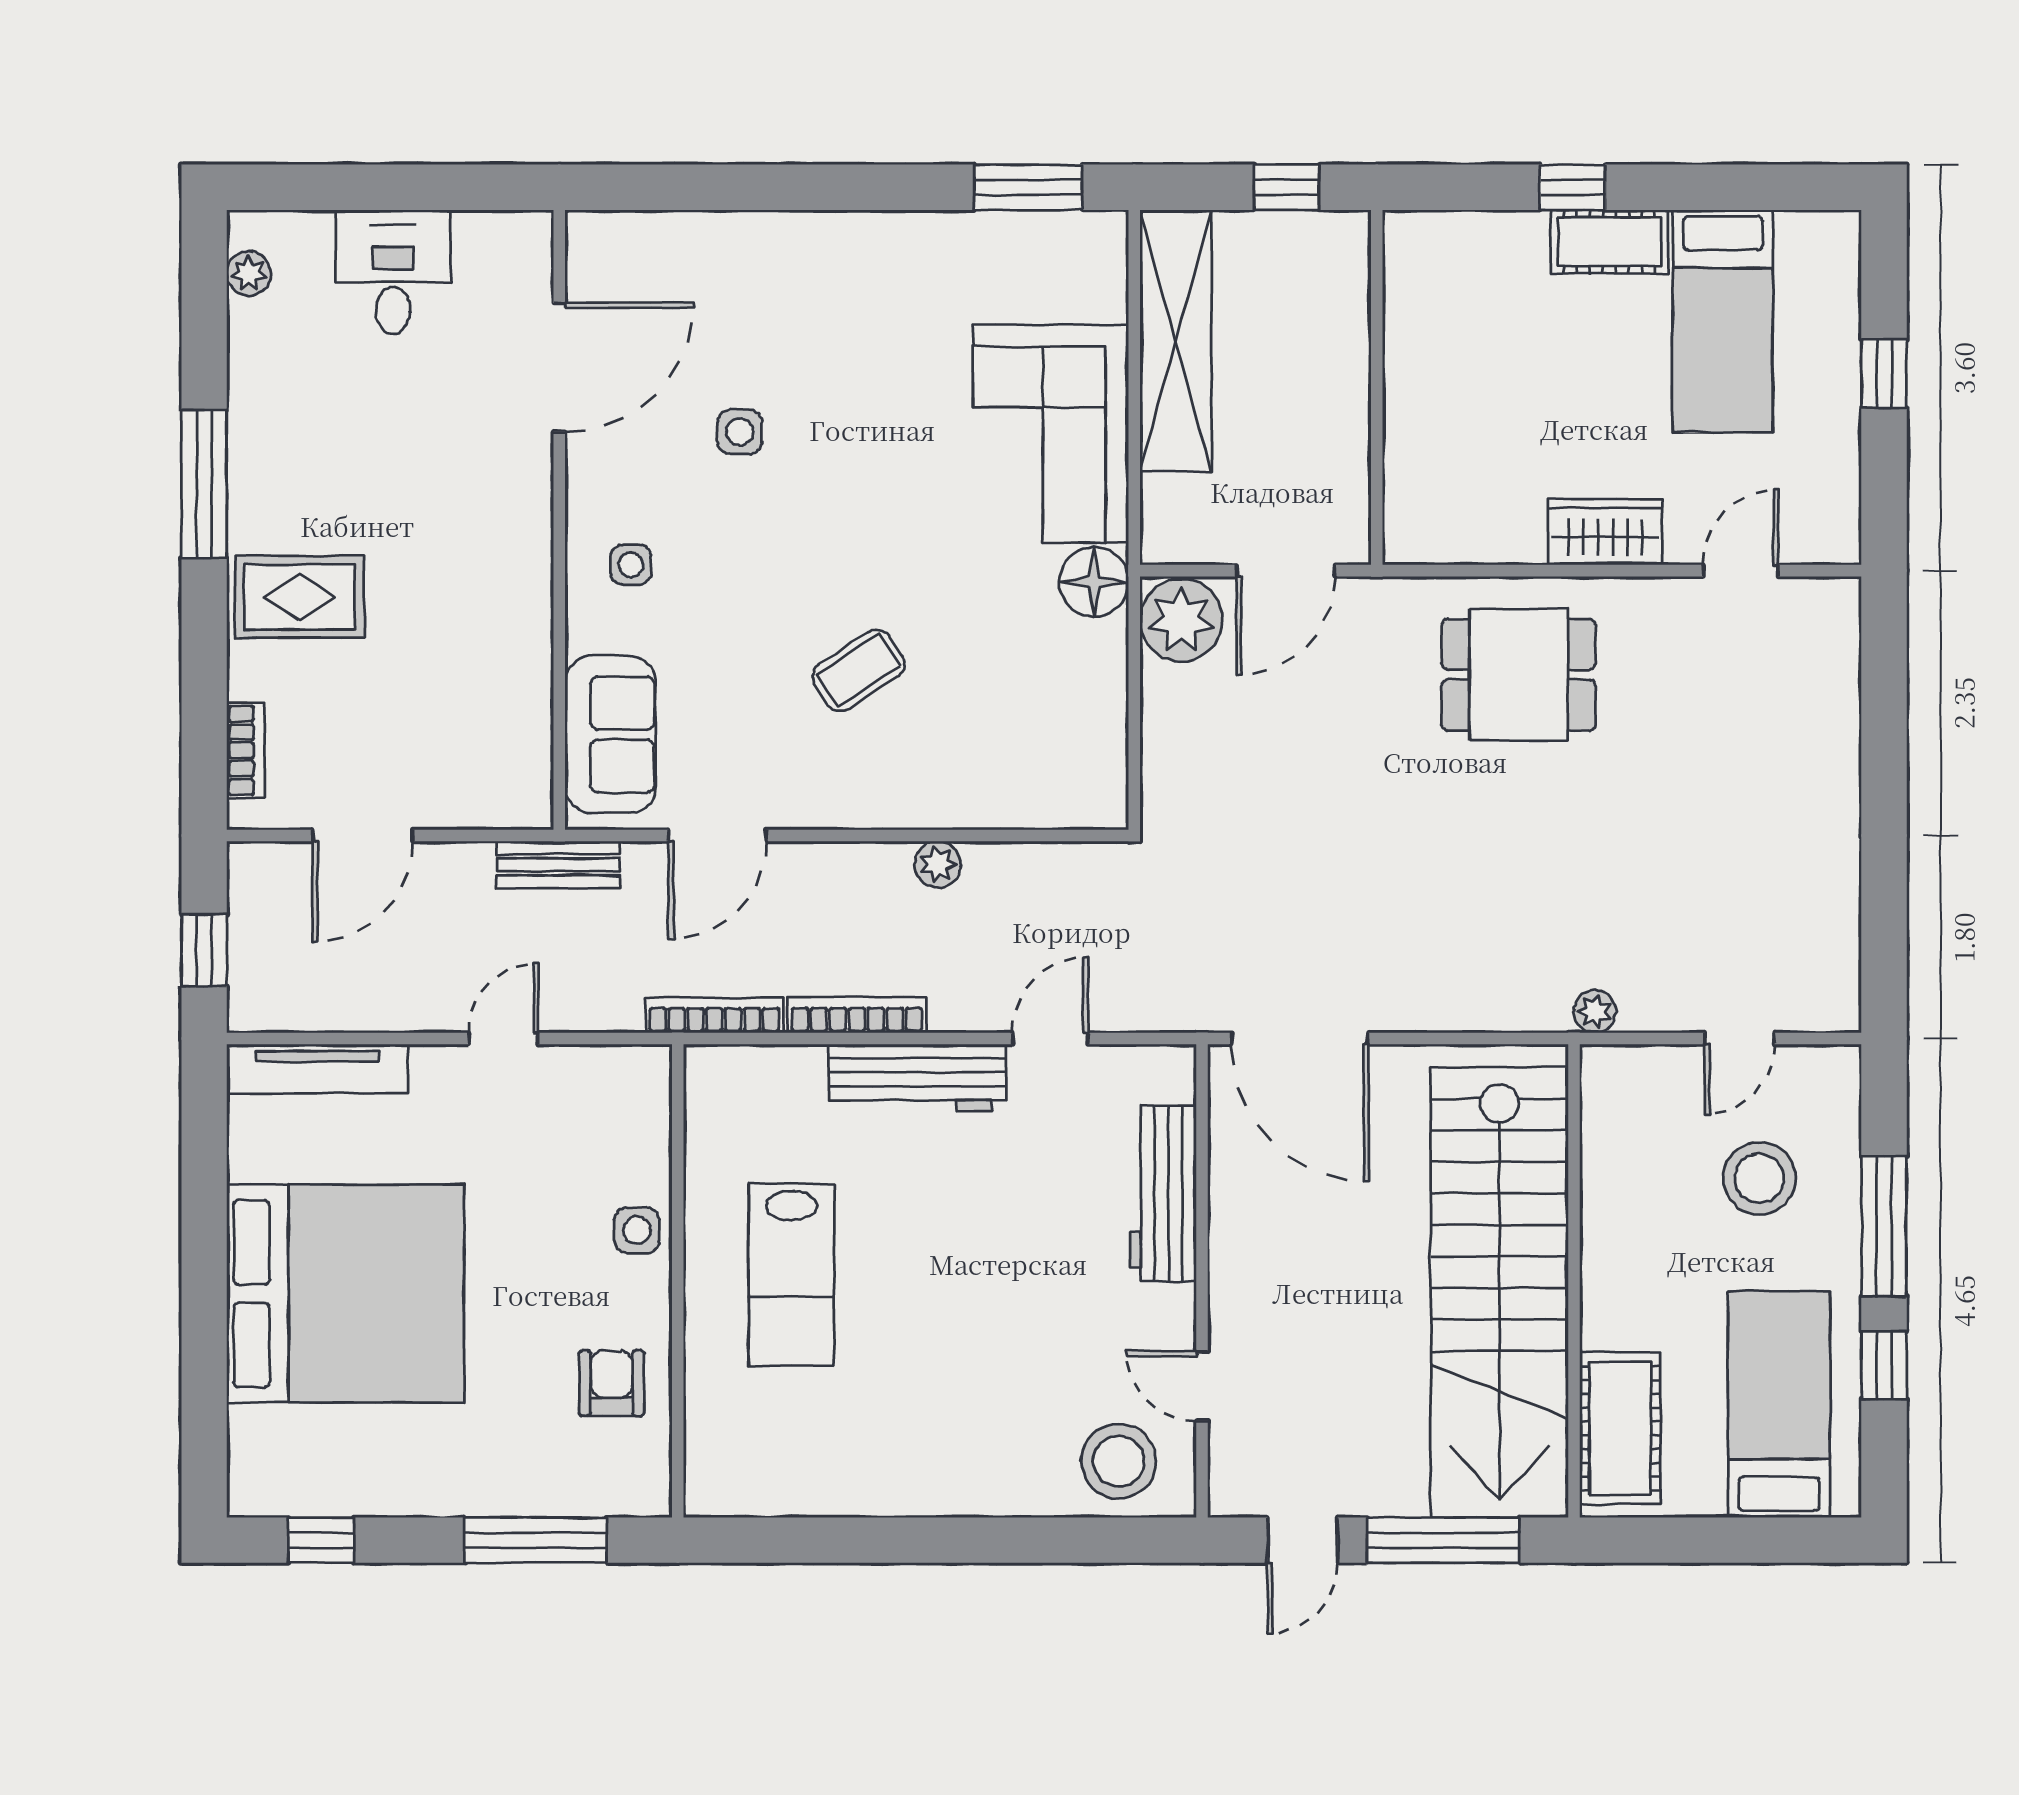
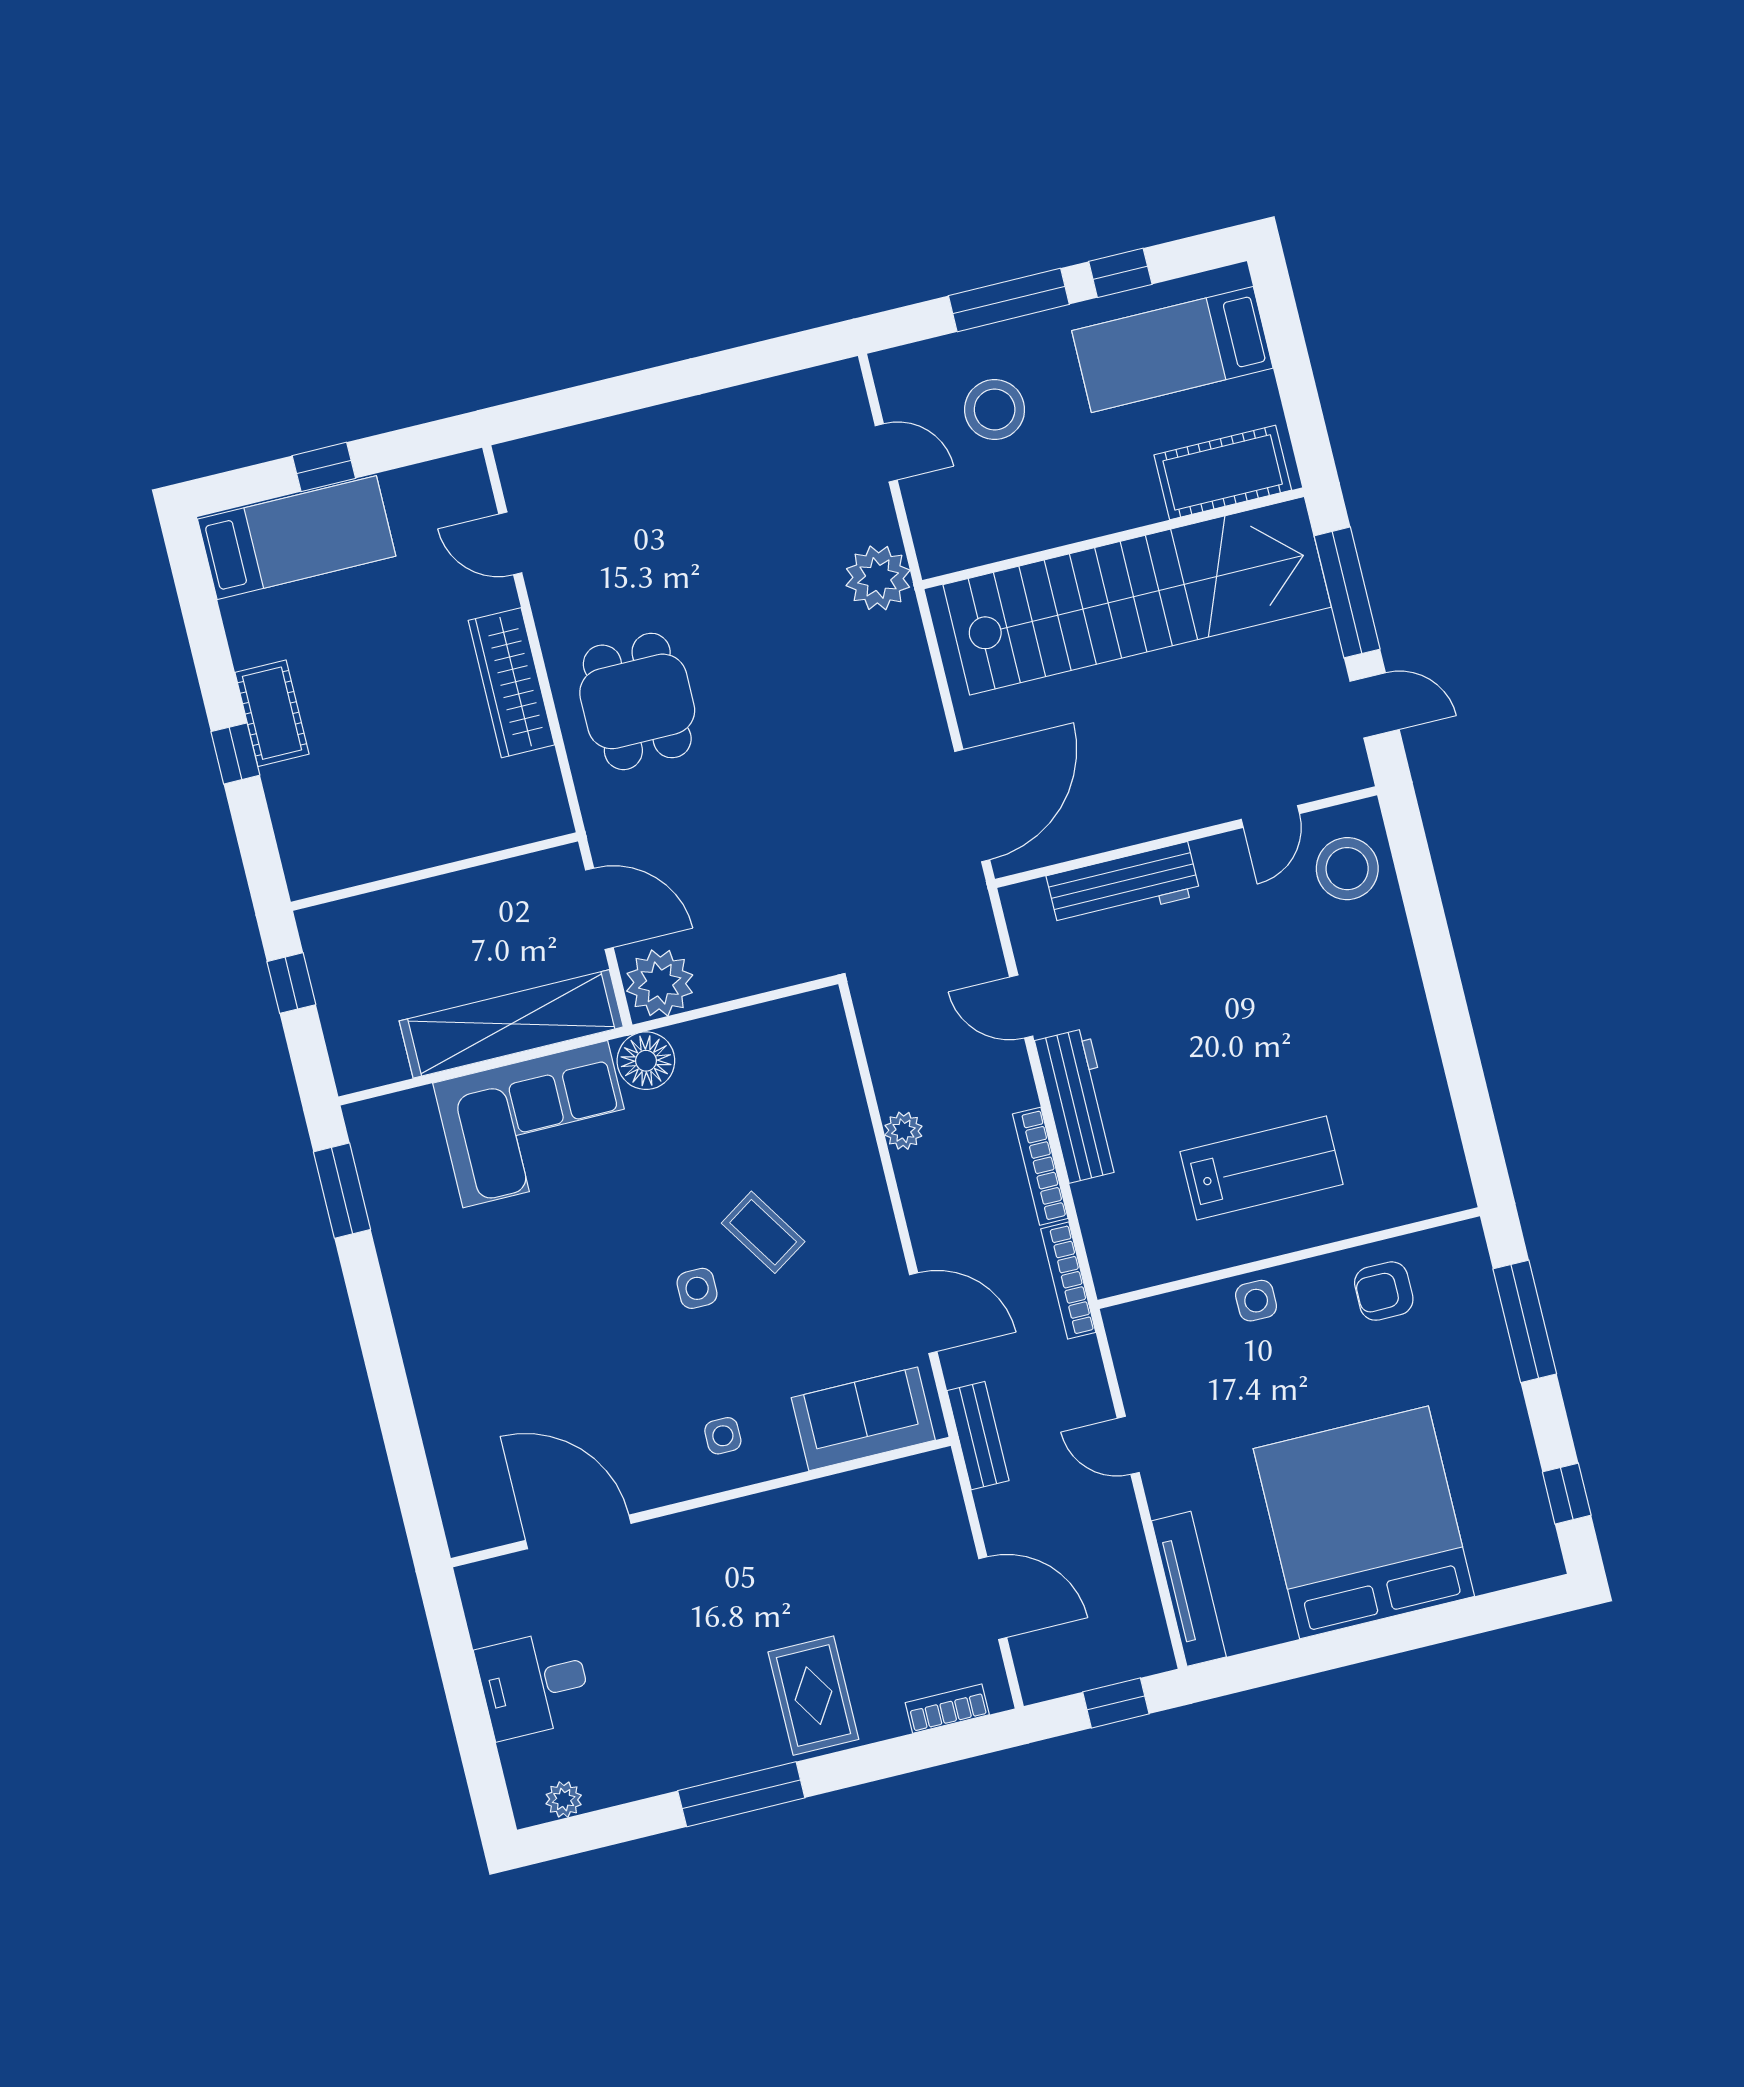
bed: (1723, 321) -> (297, 538), moved
shelving: (1176, 341) -> (511, 1024), moved
side table: (740, 432) -> (697, 1288), moved
wardrobe: (1605, 532) -> (511, 683), width x1.50
plant: (1595, 1012) -> (878, 578), width x1.88, depth x1.88

